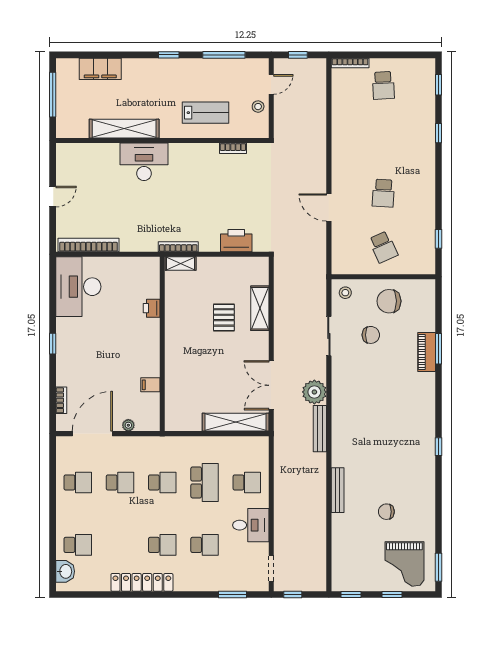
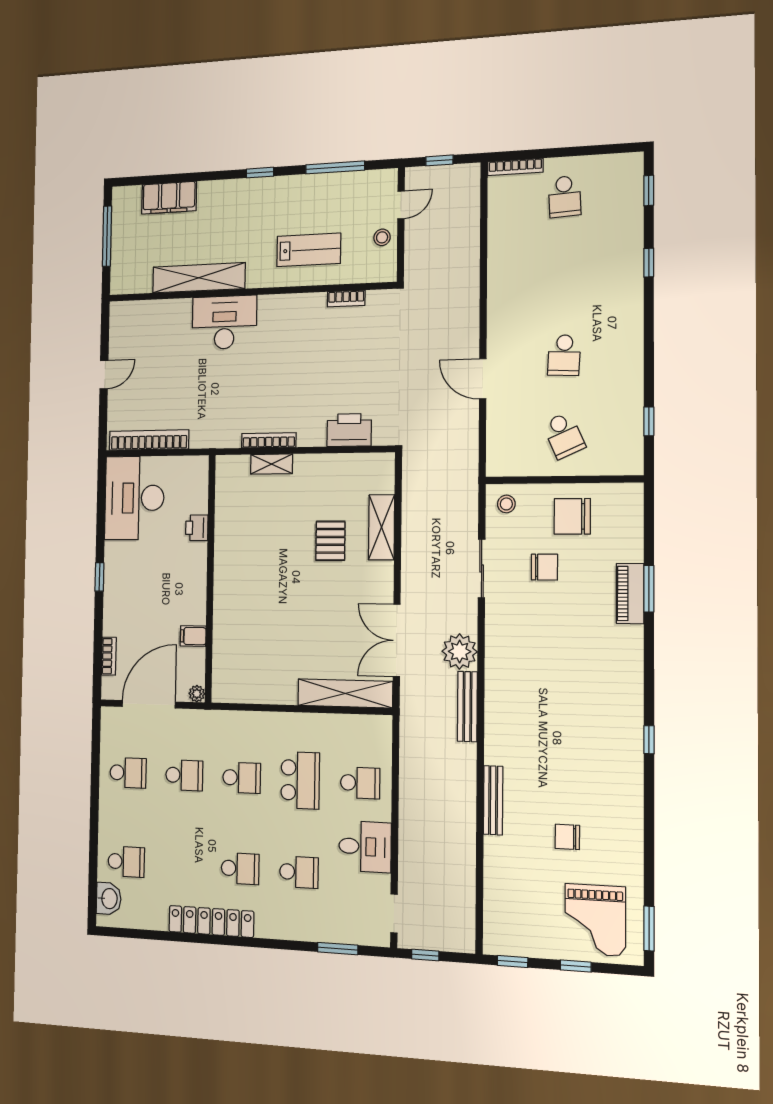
printer: (152, 308) -> (197, 528), moved
wall: (162, 344) -> (210, 578), moved
filing cabinet: (150, 385) -> (193, 636), moved

